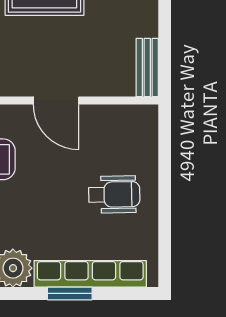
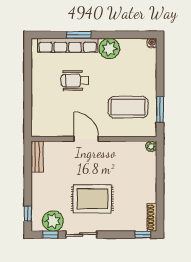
wheelchair: (114, 194) -> (75, 80), moved

